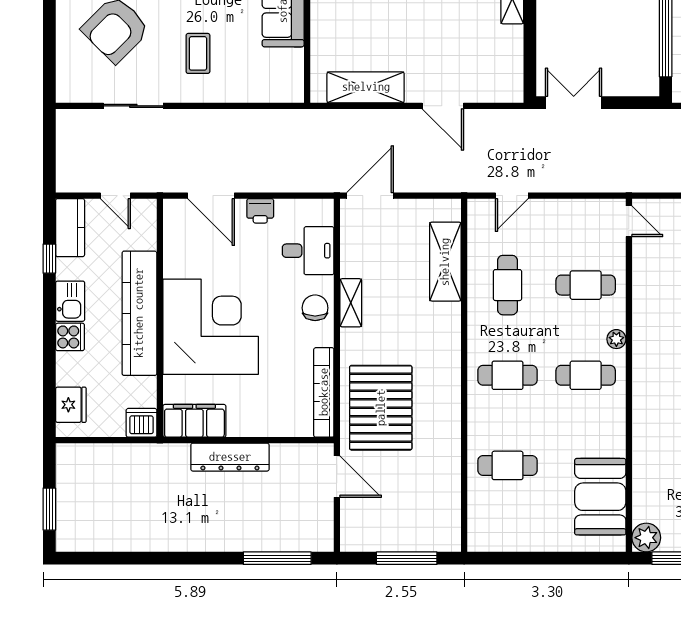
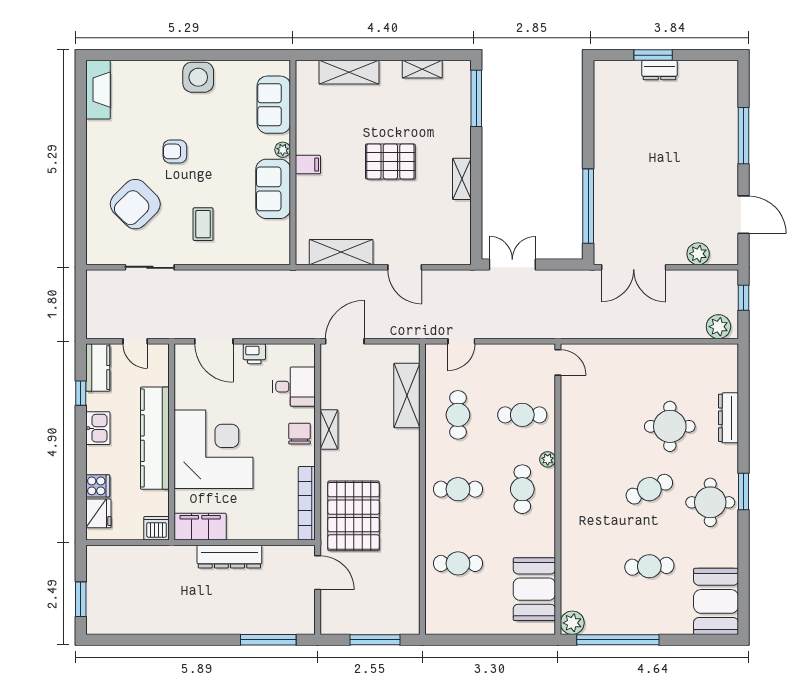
cooker: (70, 337) -> (98, 486), moved
cafe table: (586, 375) -> (522, 489), turned 90

